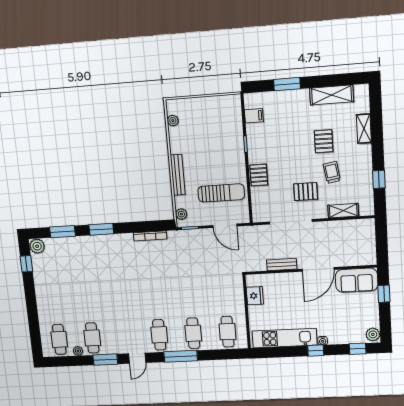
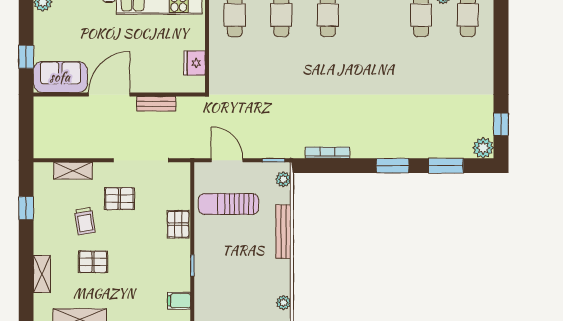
pallet: (324, 141) -> (93, 262), turned 90

